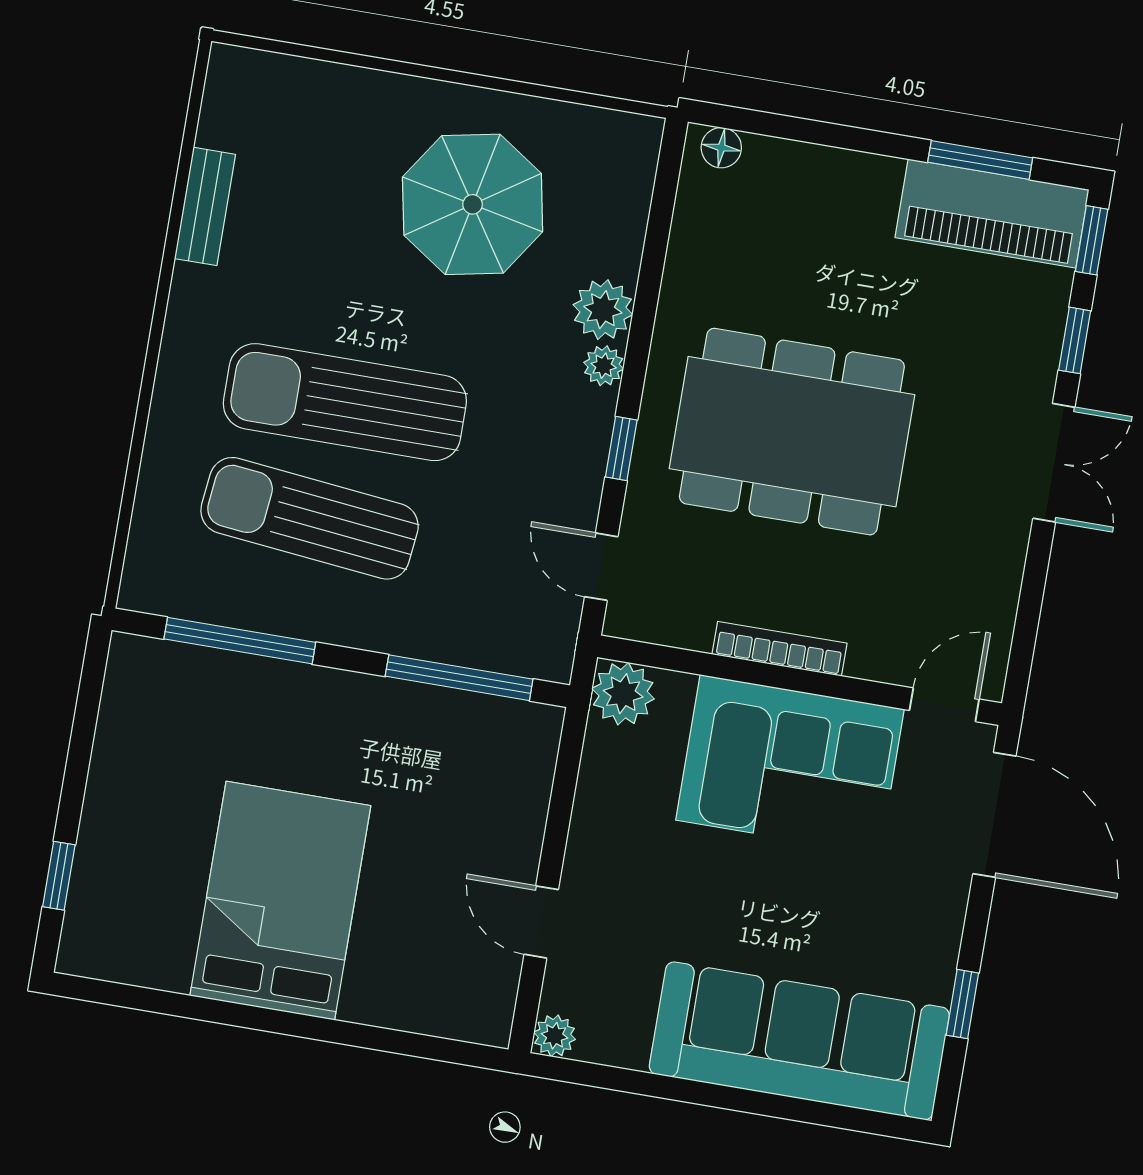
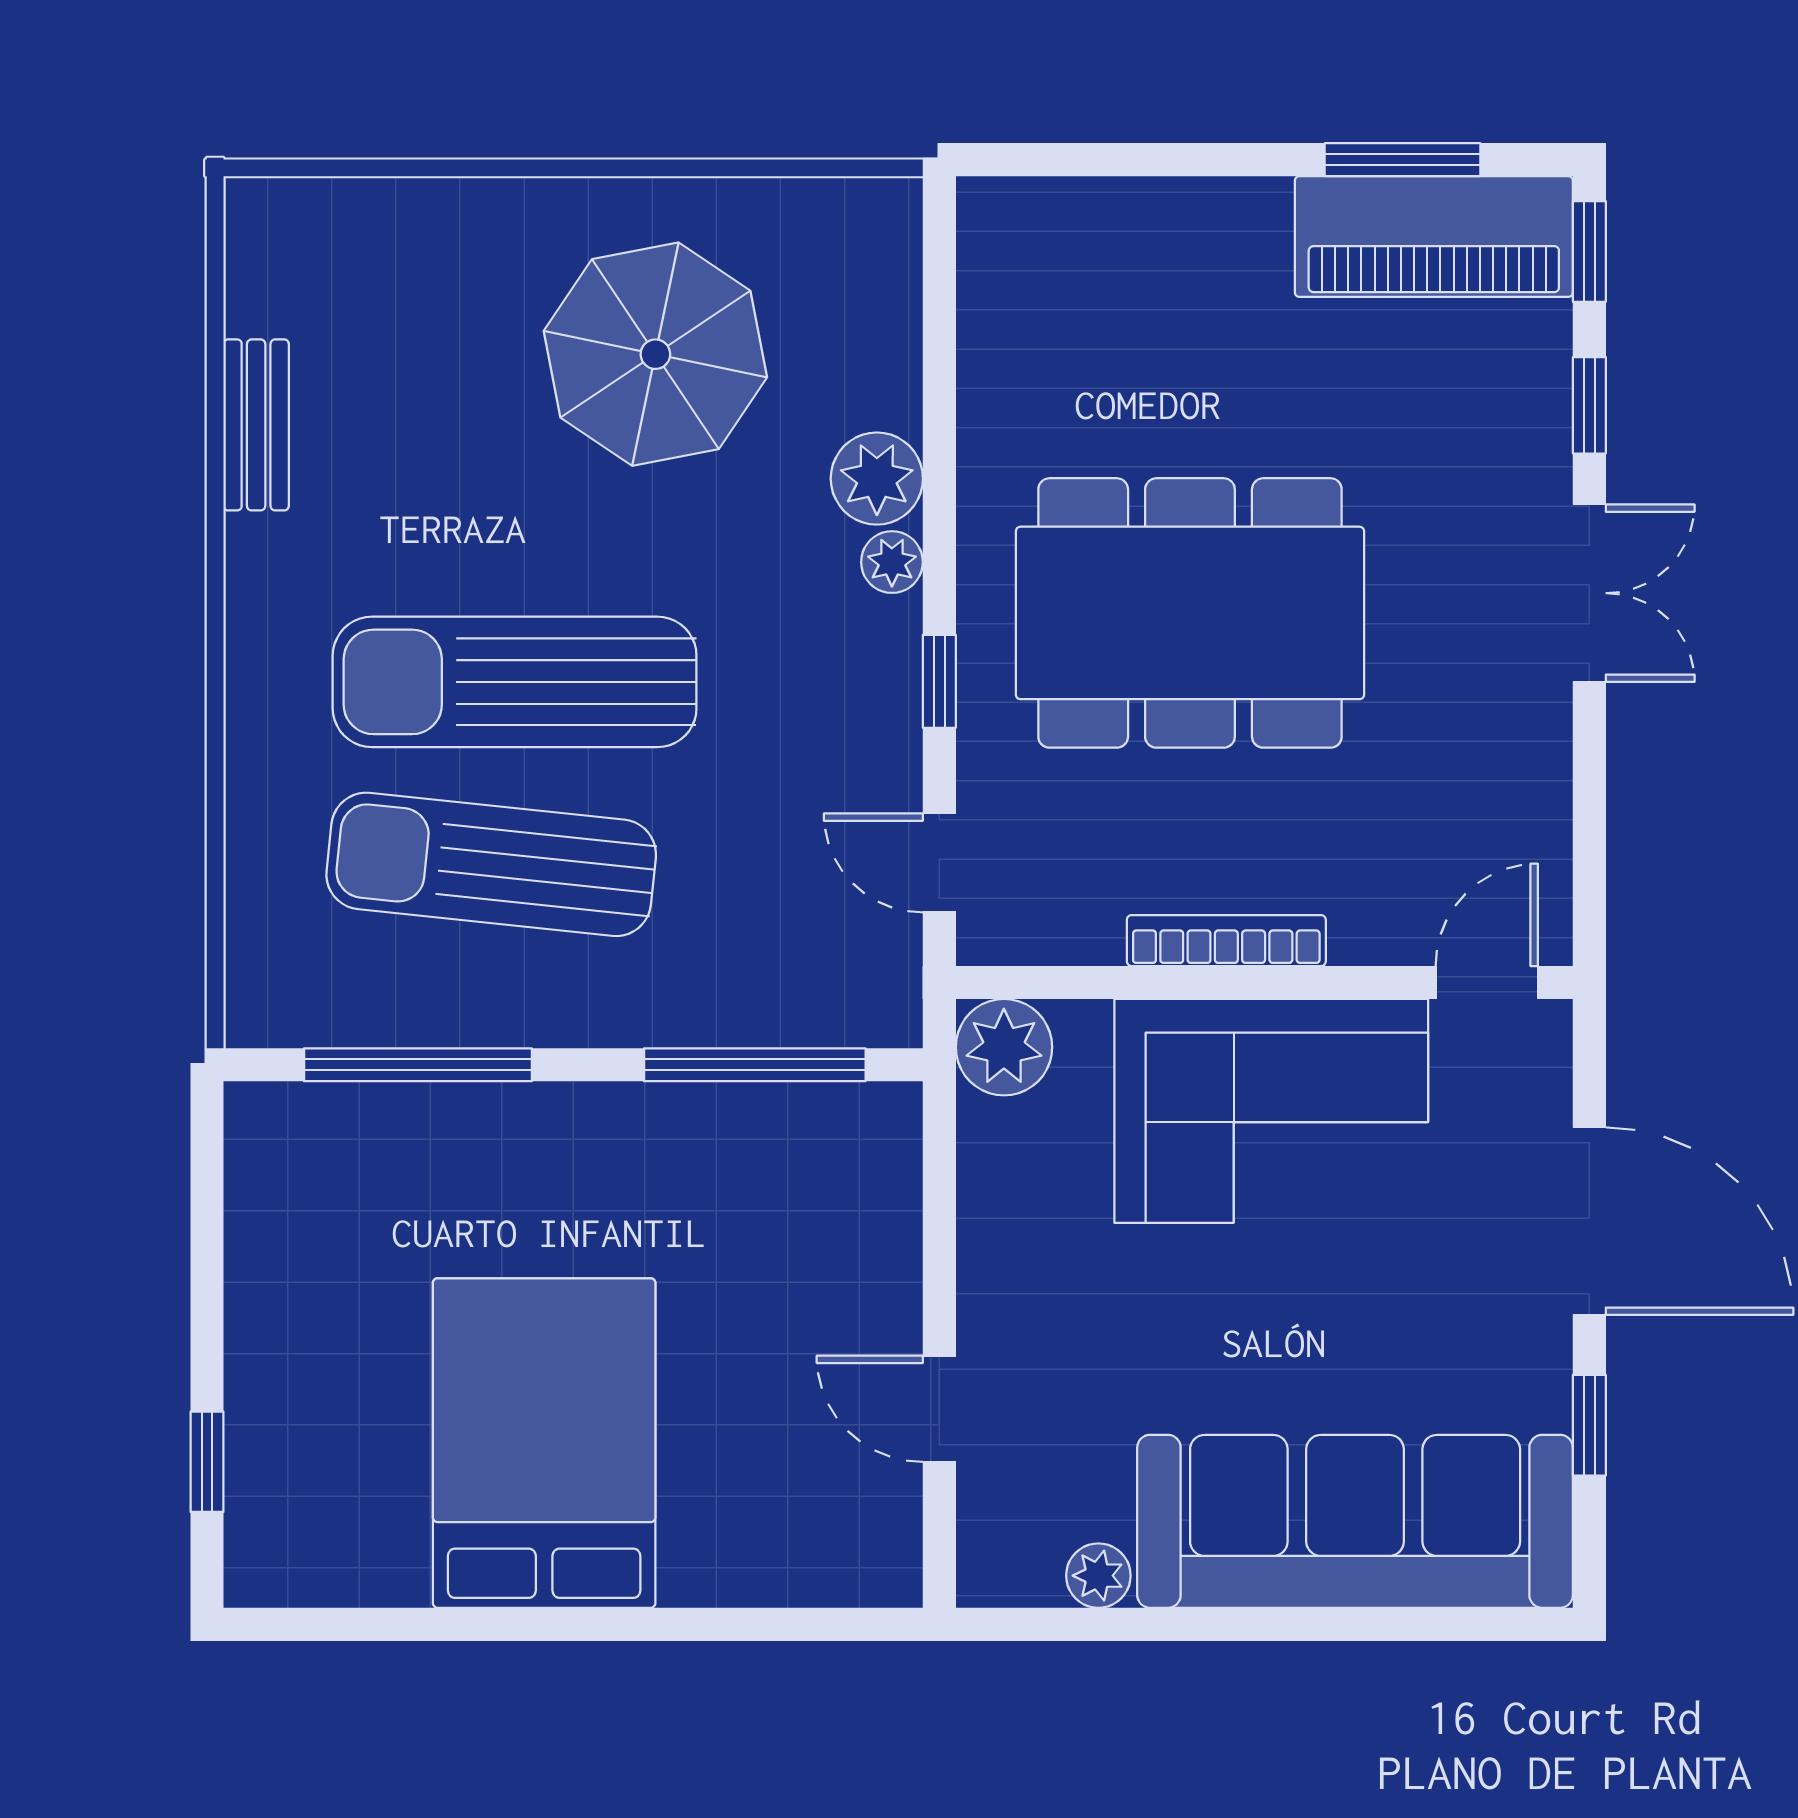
floor lamp: (721, 148) -> (1013, 207), removed
door: (994, 815) -> (1589, 1221), moved
plant: (555, 1036) -> (1098, 1576), moved

